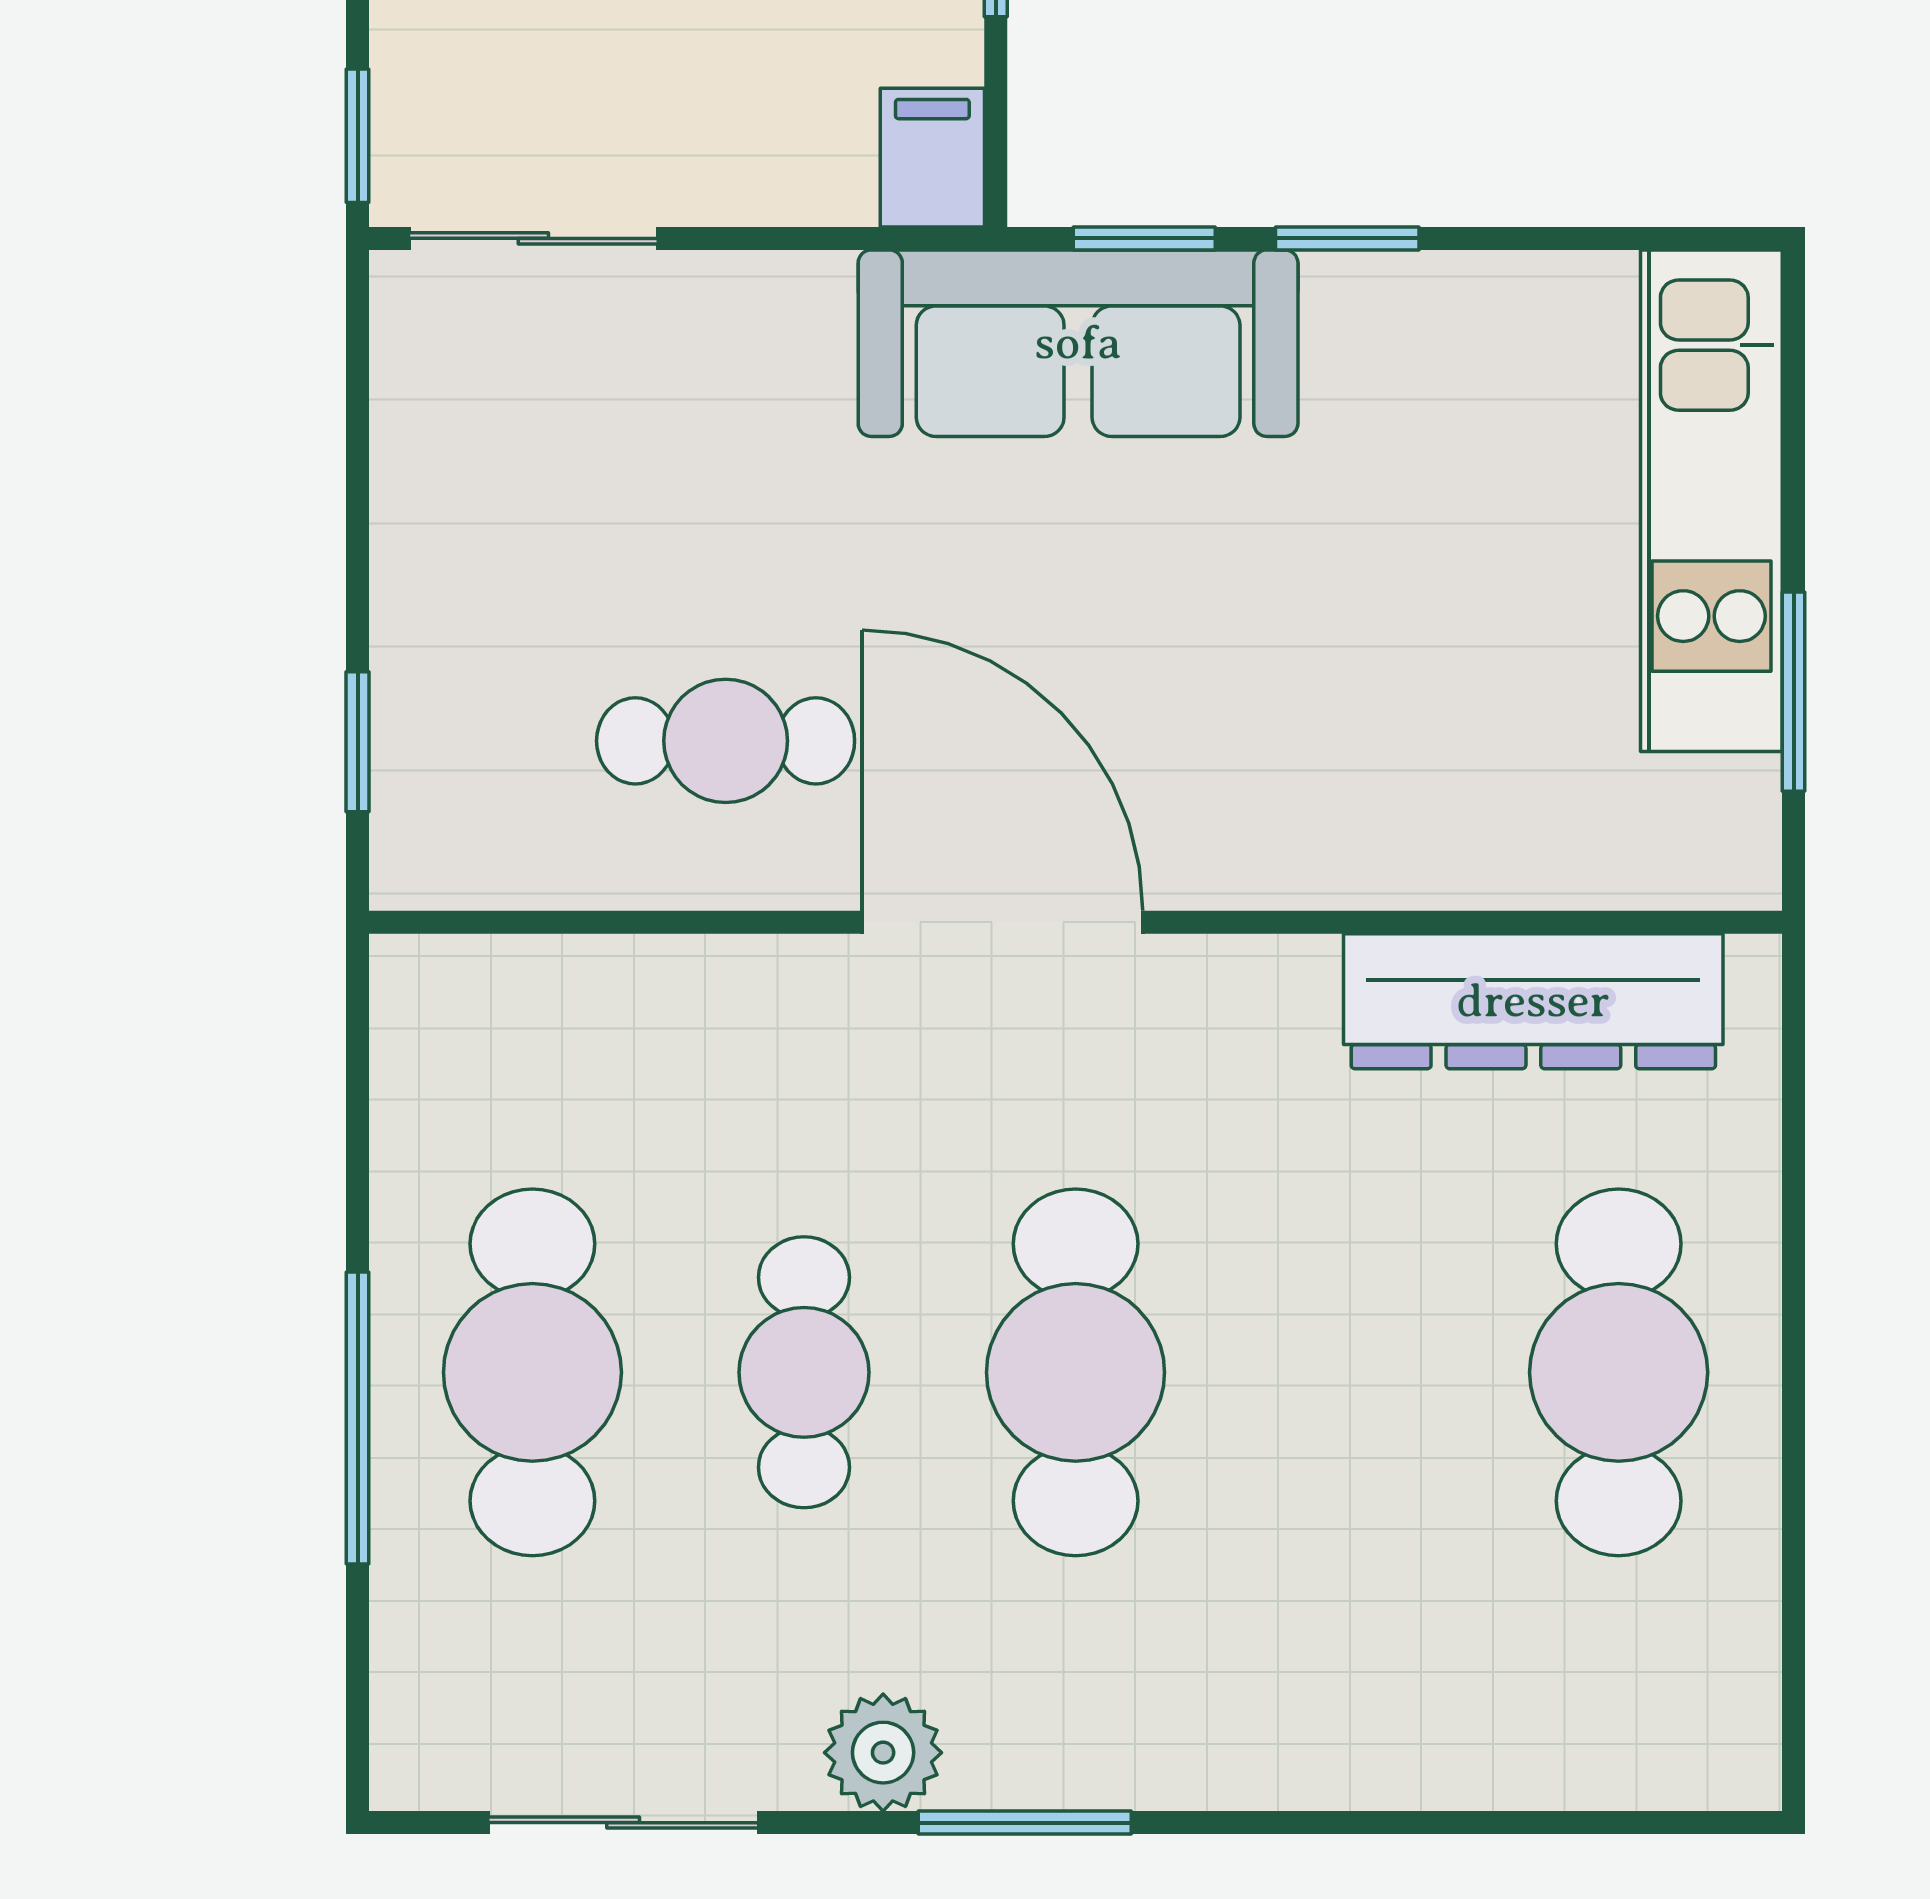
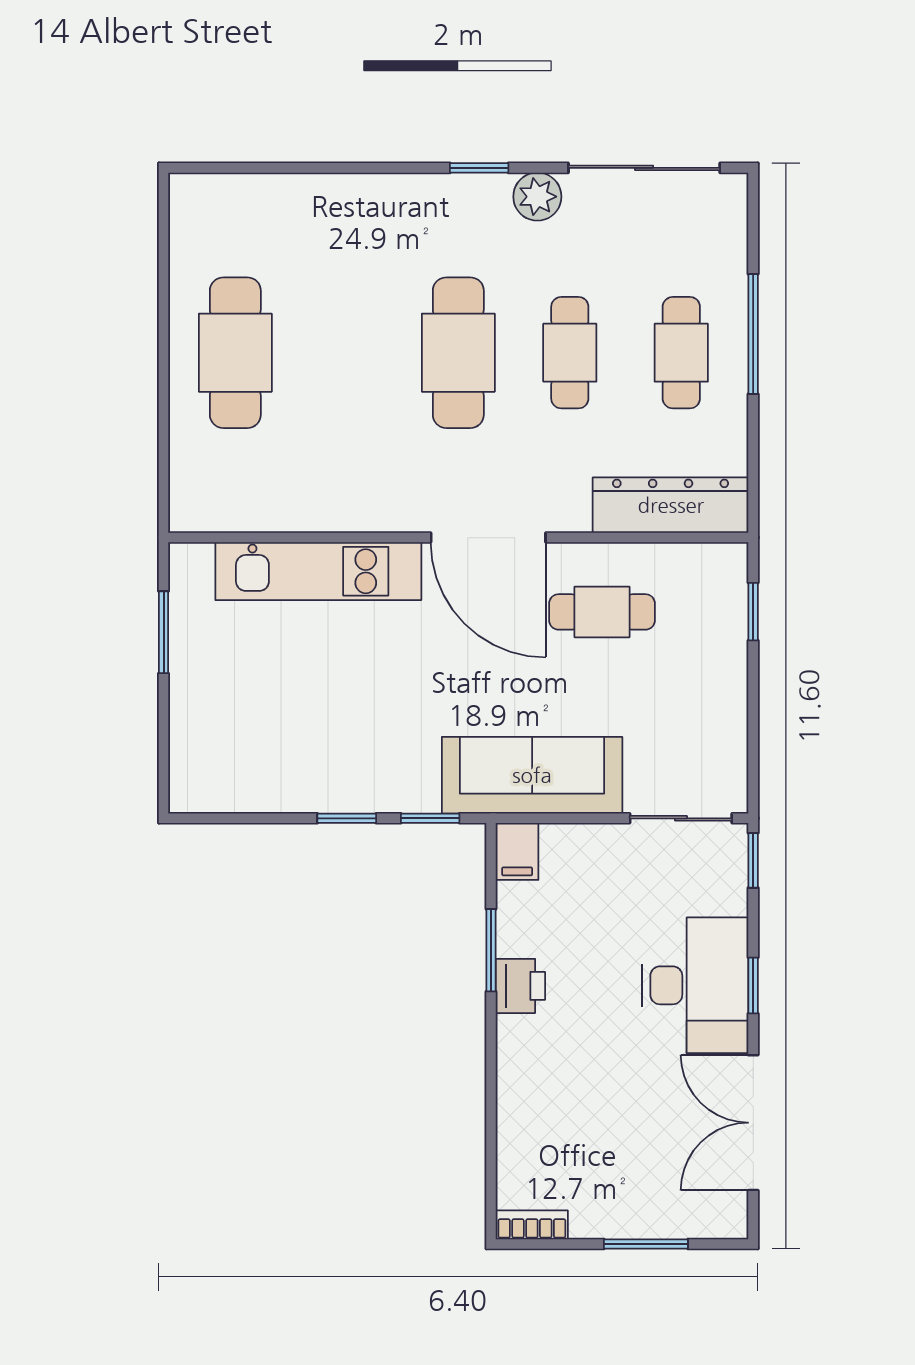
sofa: (1078, 343) -> (532, 775), moved
kitchen unit: (1711, 501) -> (318, 571), moved, turned 90
dresser: (1533, 1001) -> (671, 505), moved
cafe table: (532, 1372) -> (681, 353), width x0.73, depth x0.74
sliding door: (623, 1823) -> (644, 168), width x1.37
window: (1025, 1823) -> (479, 168), width x0.67

